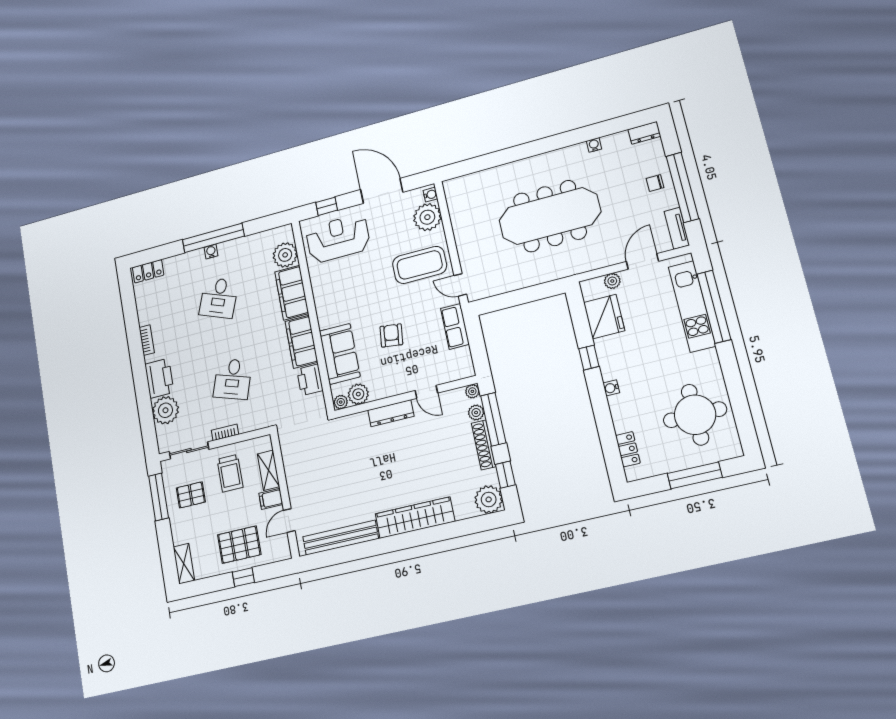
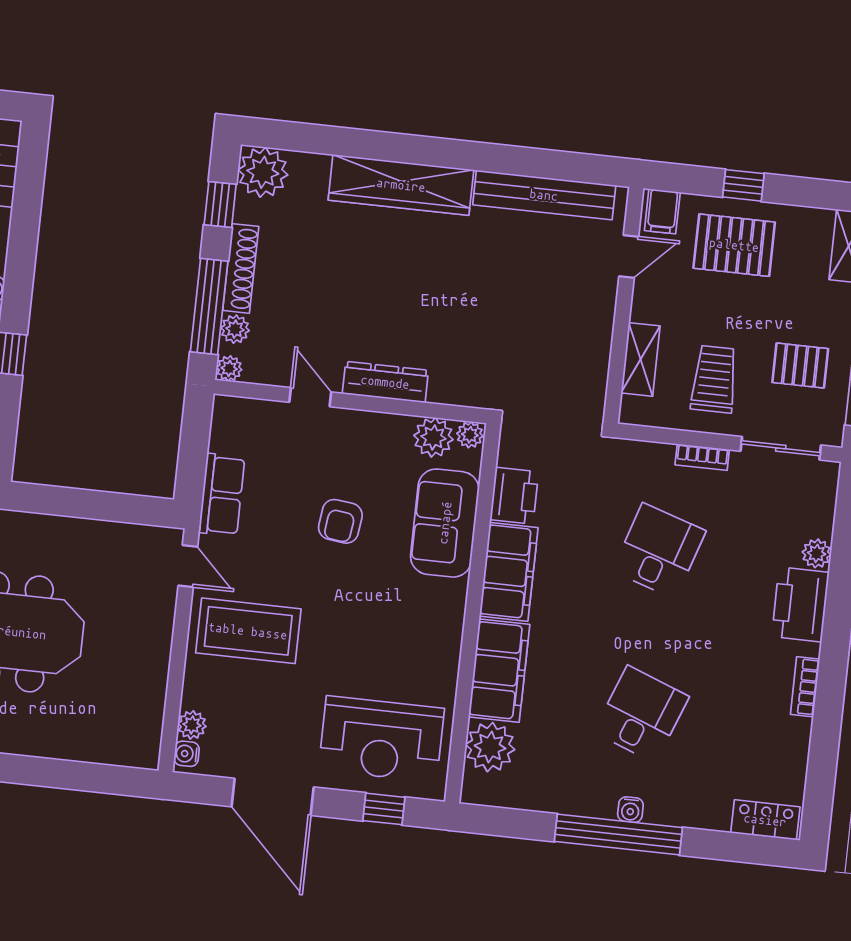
plant: (427, 217) -> (192, 725), width x0.53, depth x0.53
plant: (165, 410) -> (817, 553), width x0.53, depth x0.53
filing cabinet: (271, 499) -> (662, 211), moved, turned 90

